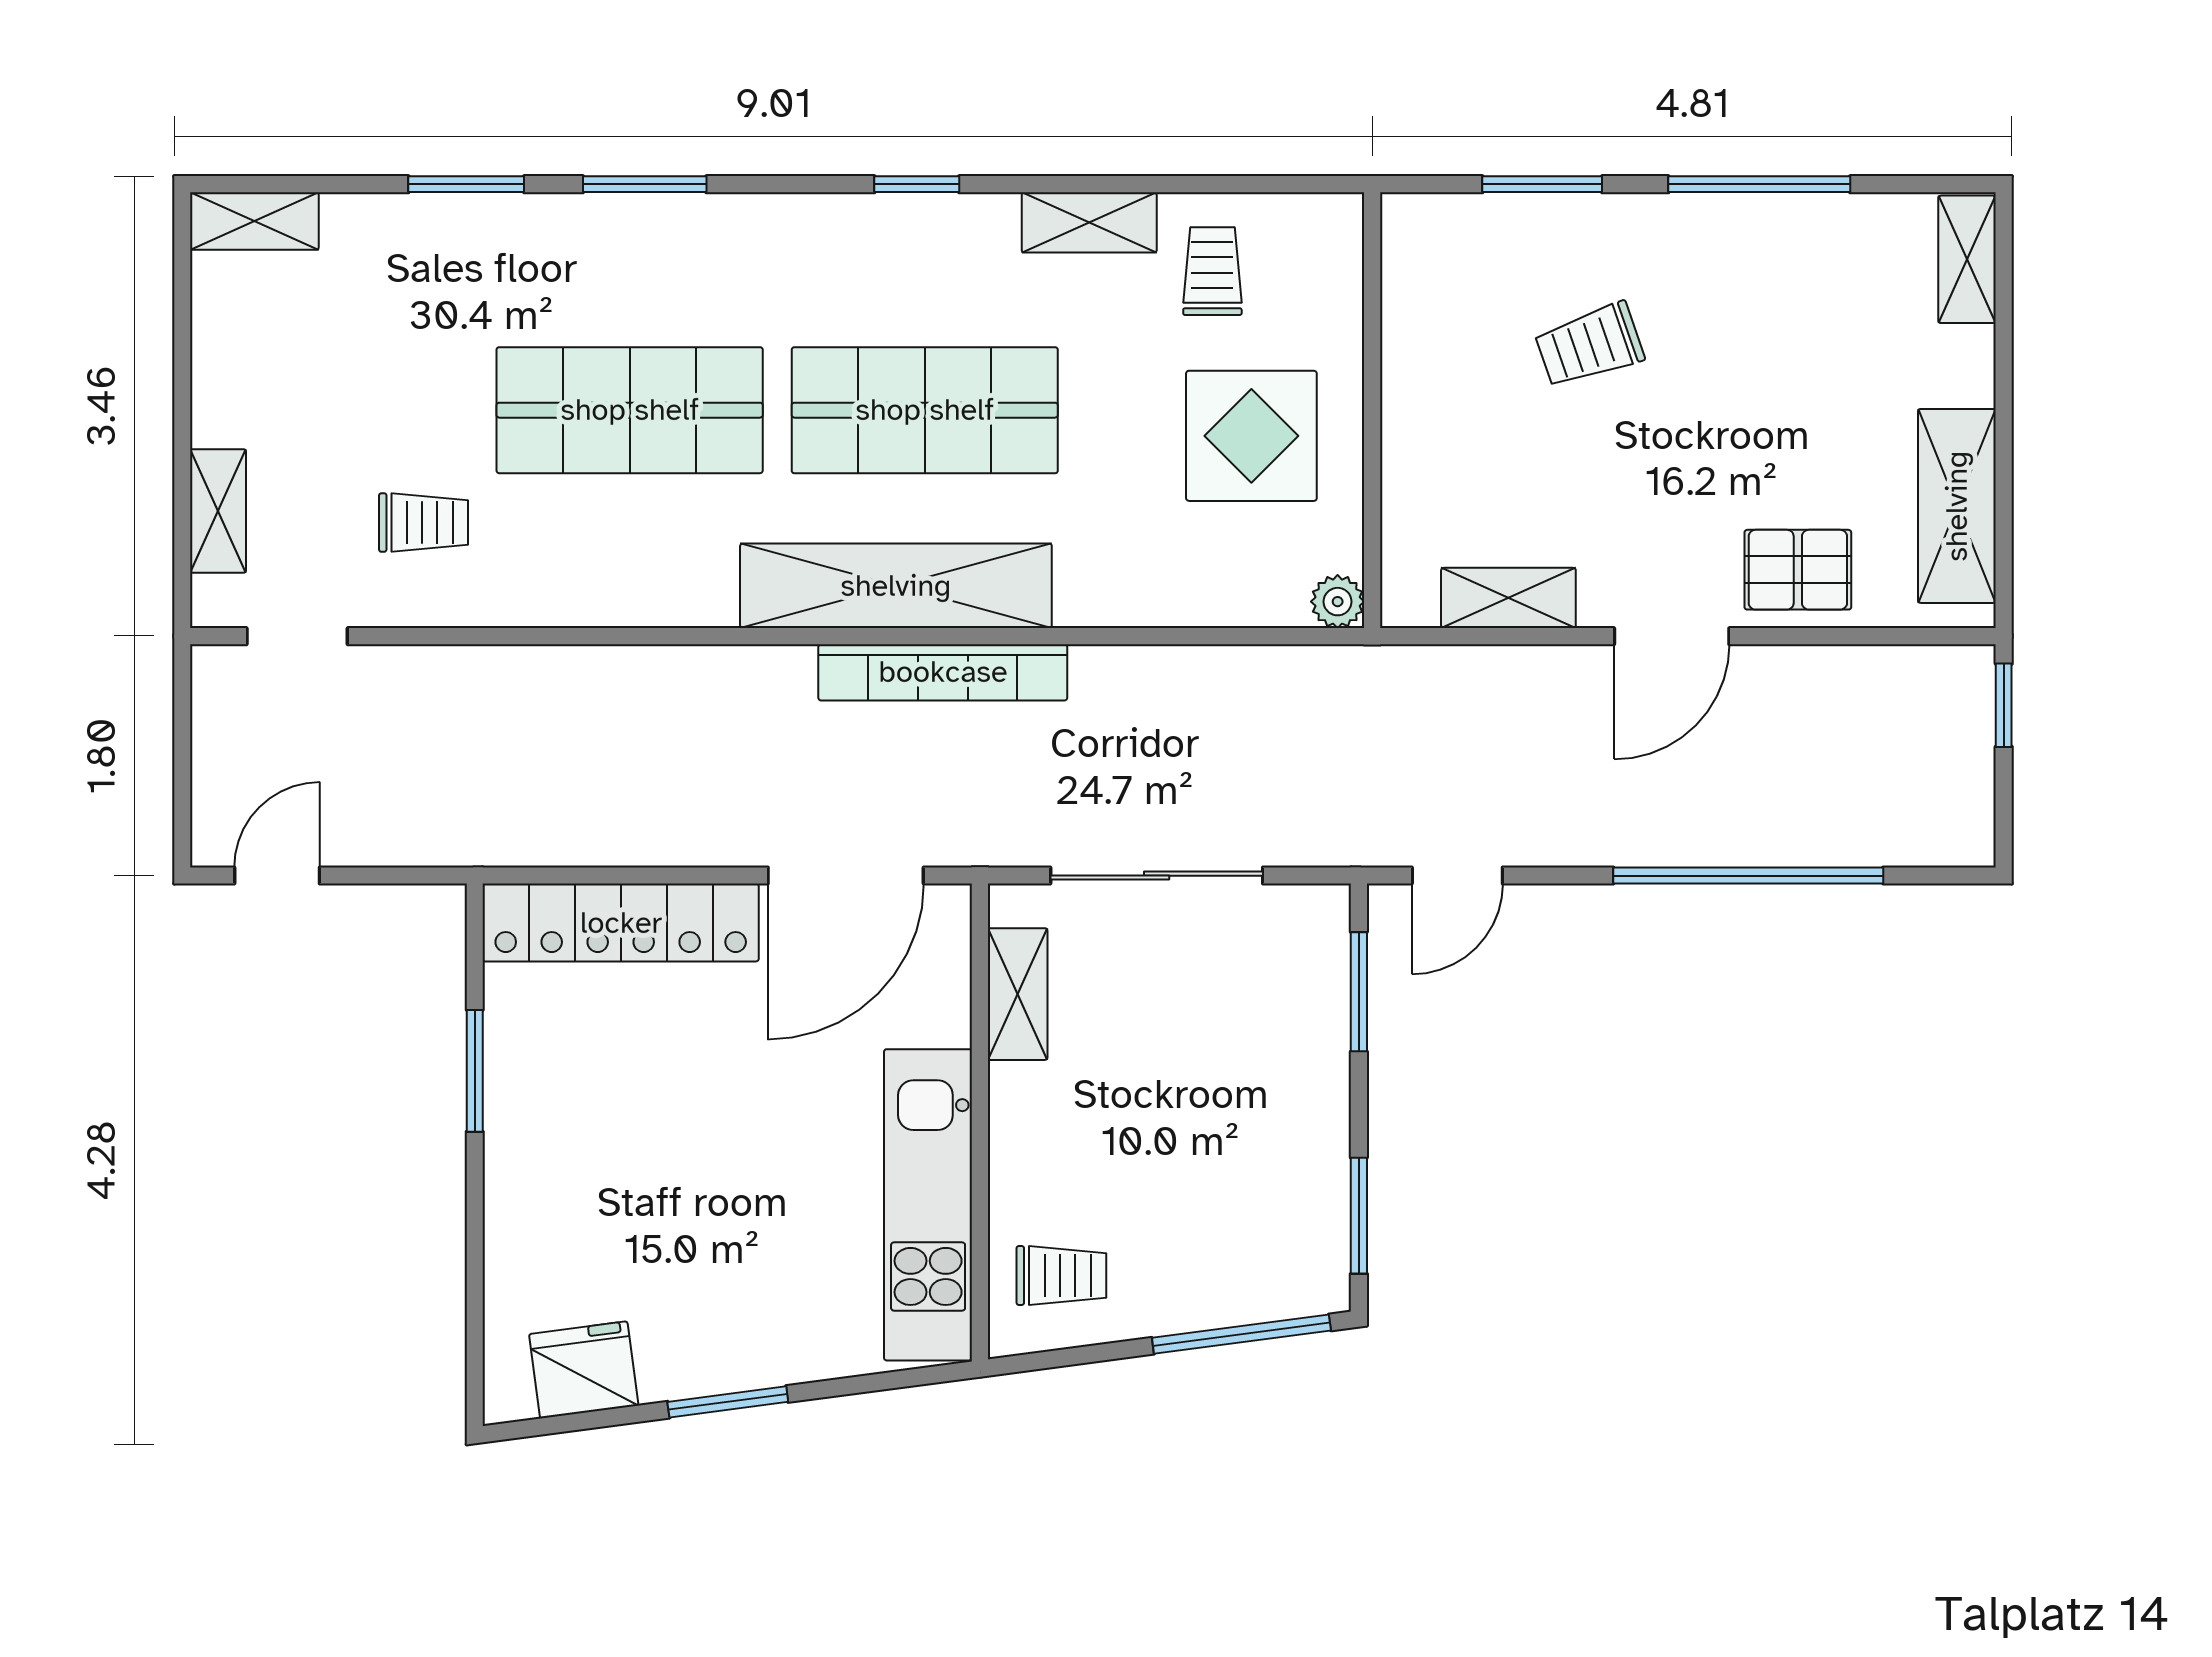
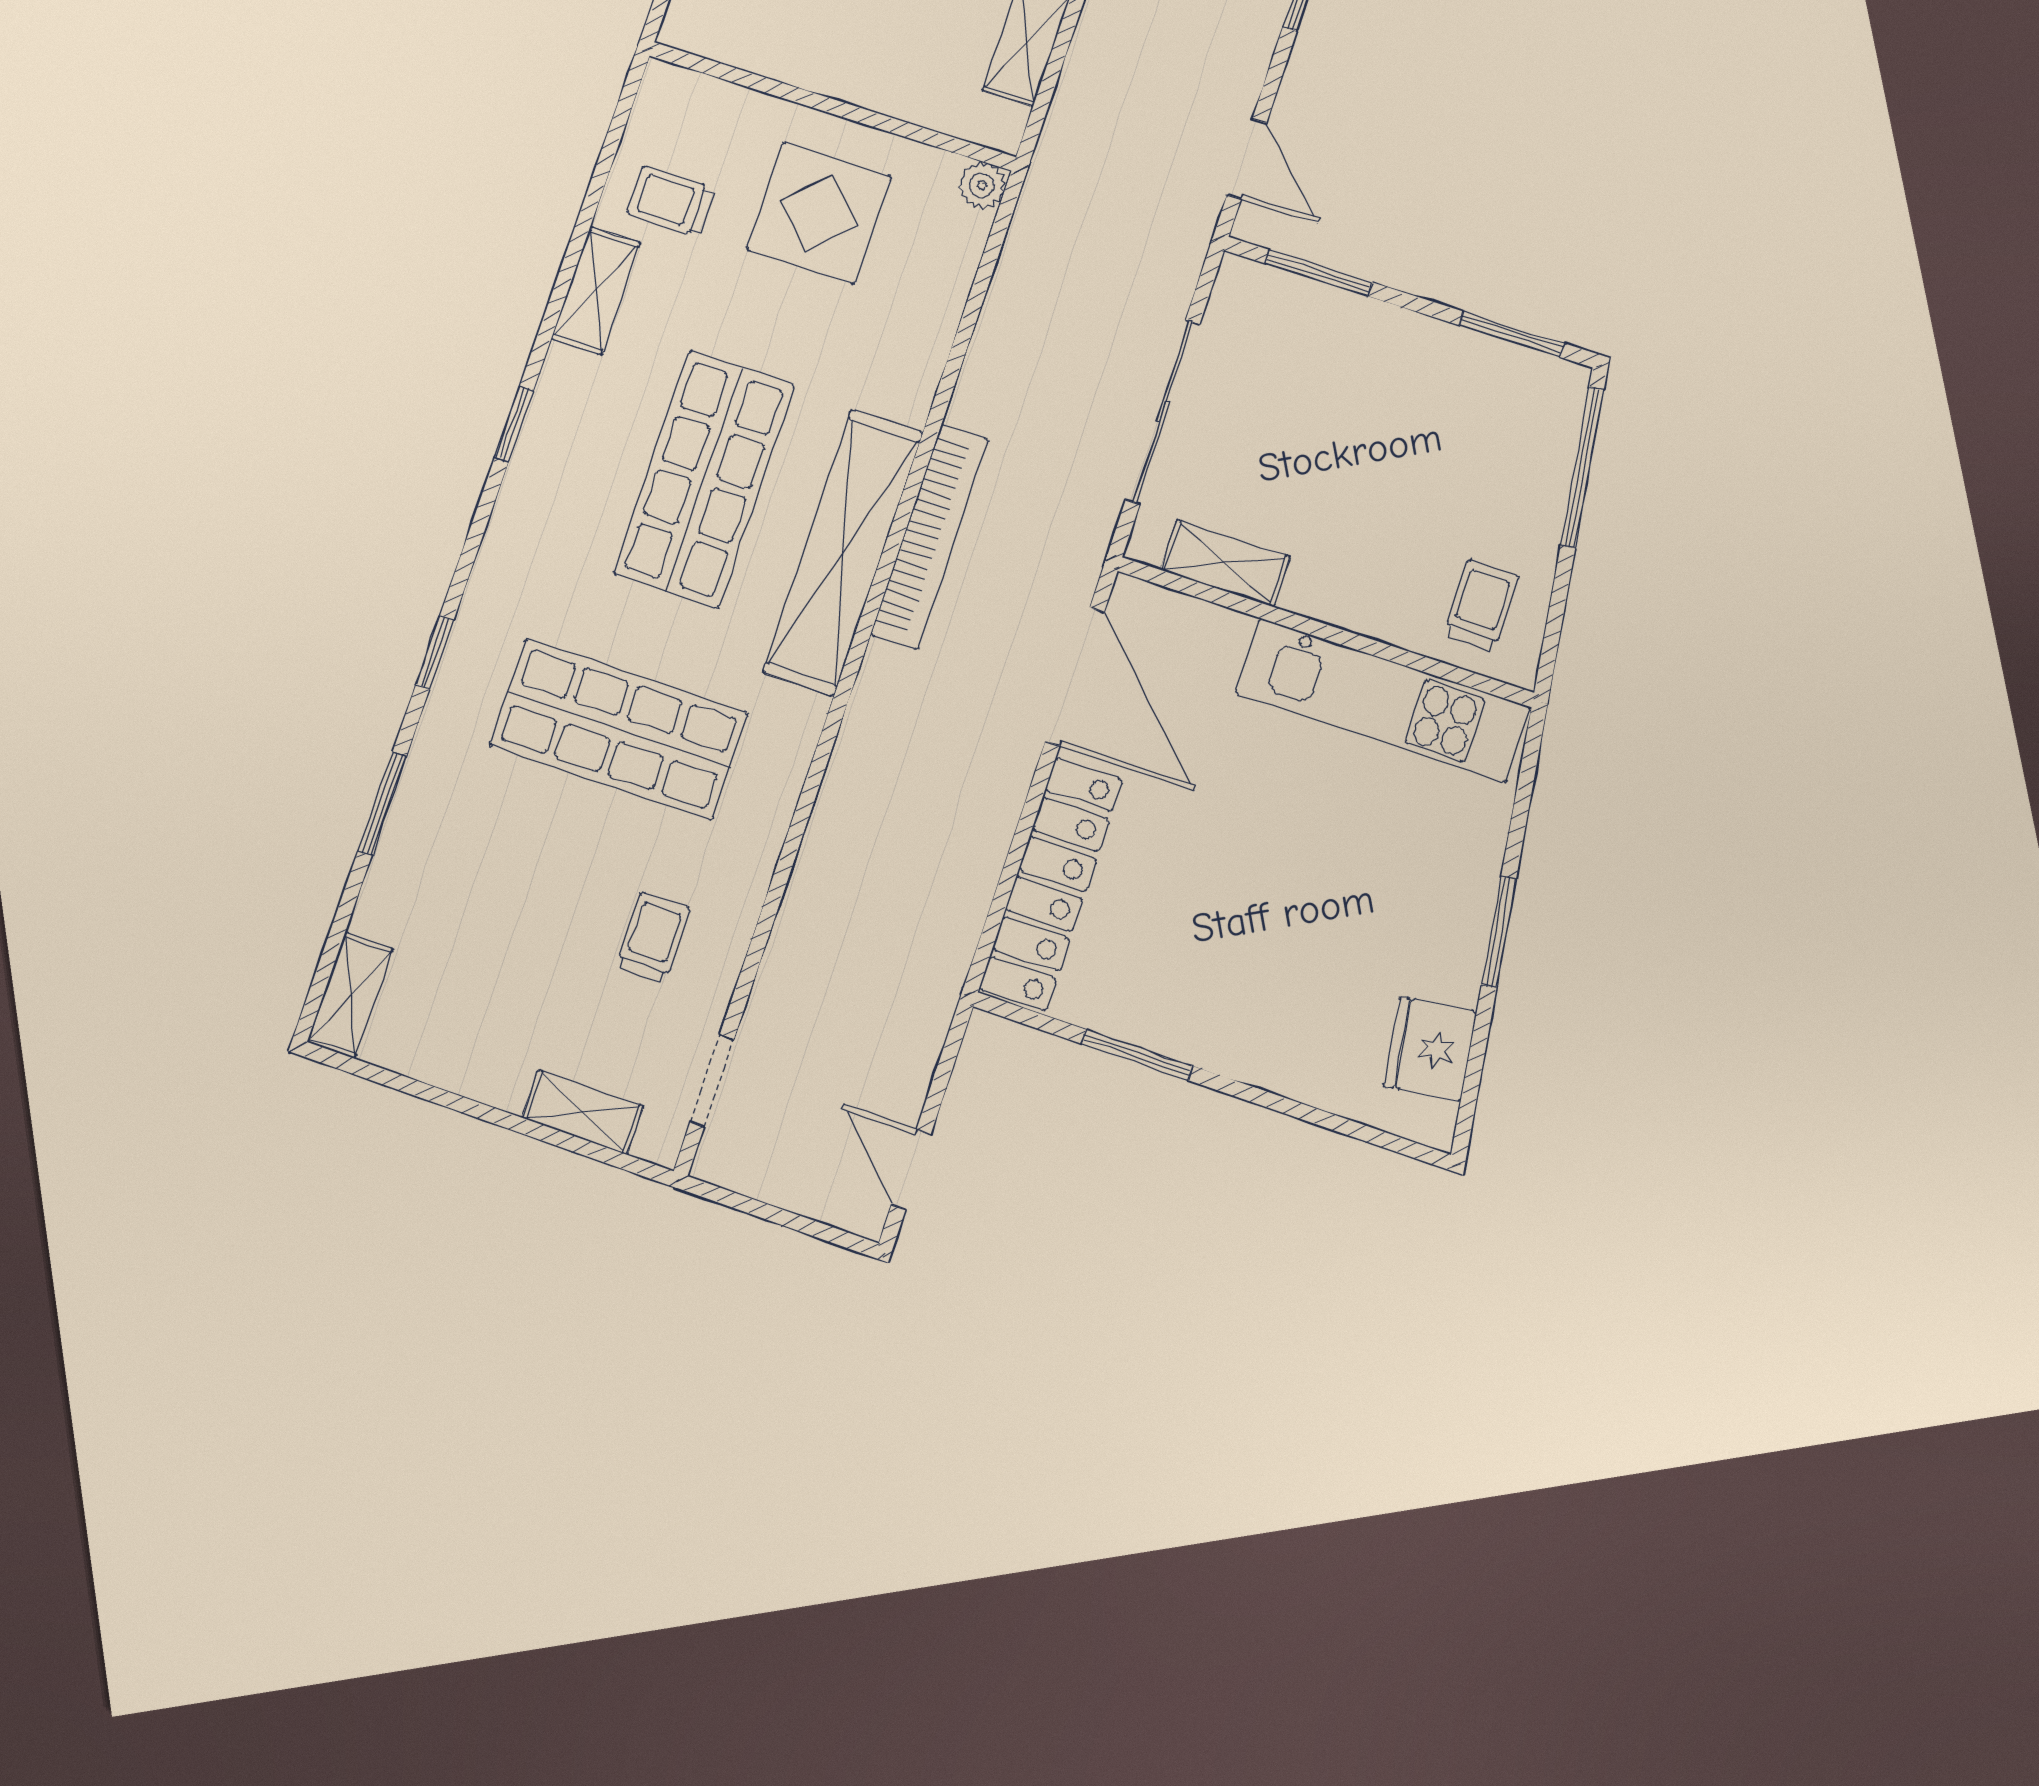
window: (645, 184) -> (435, 652), width x0.67
shop shelf: (630, 410) -> (618, 729), turned 90

